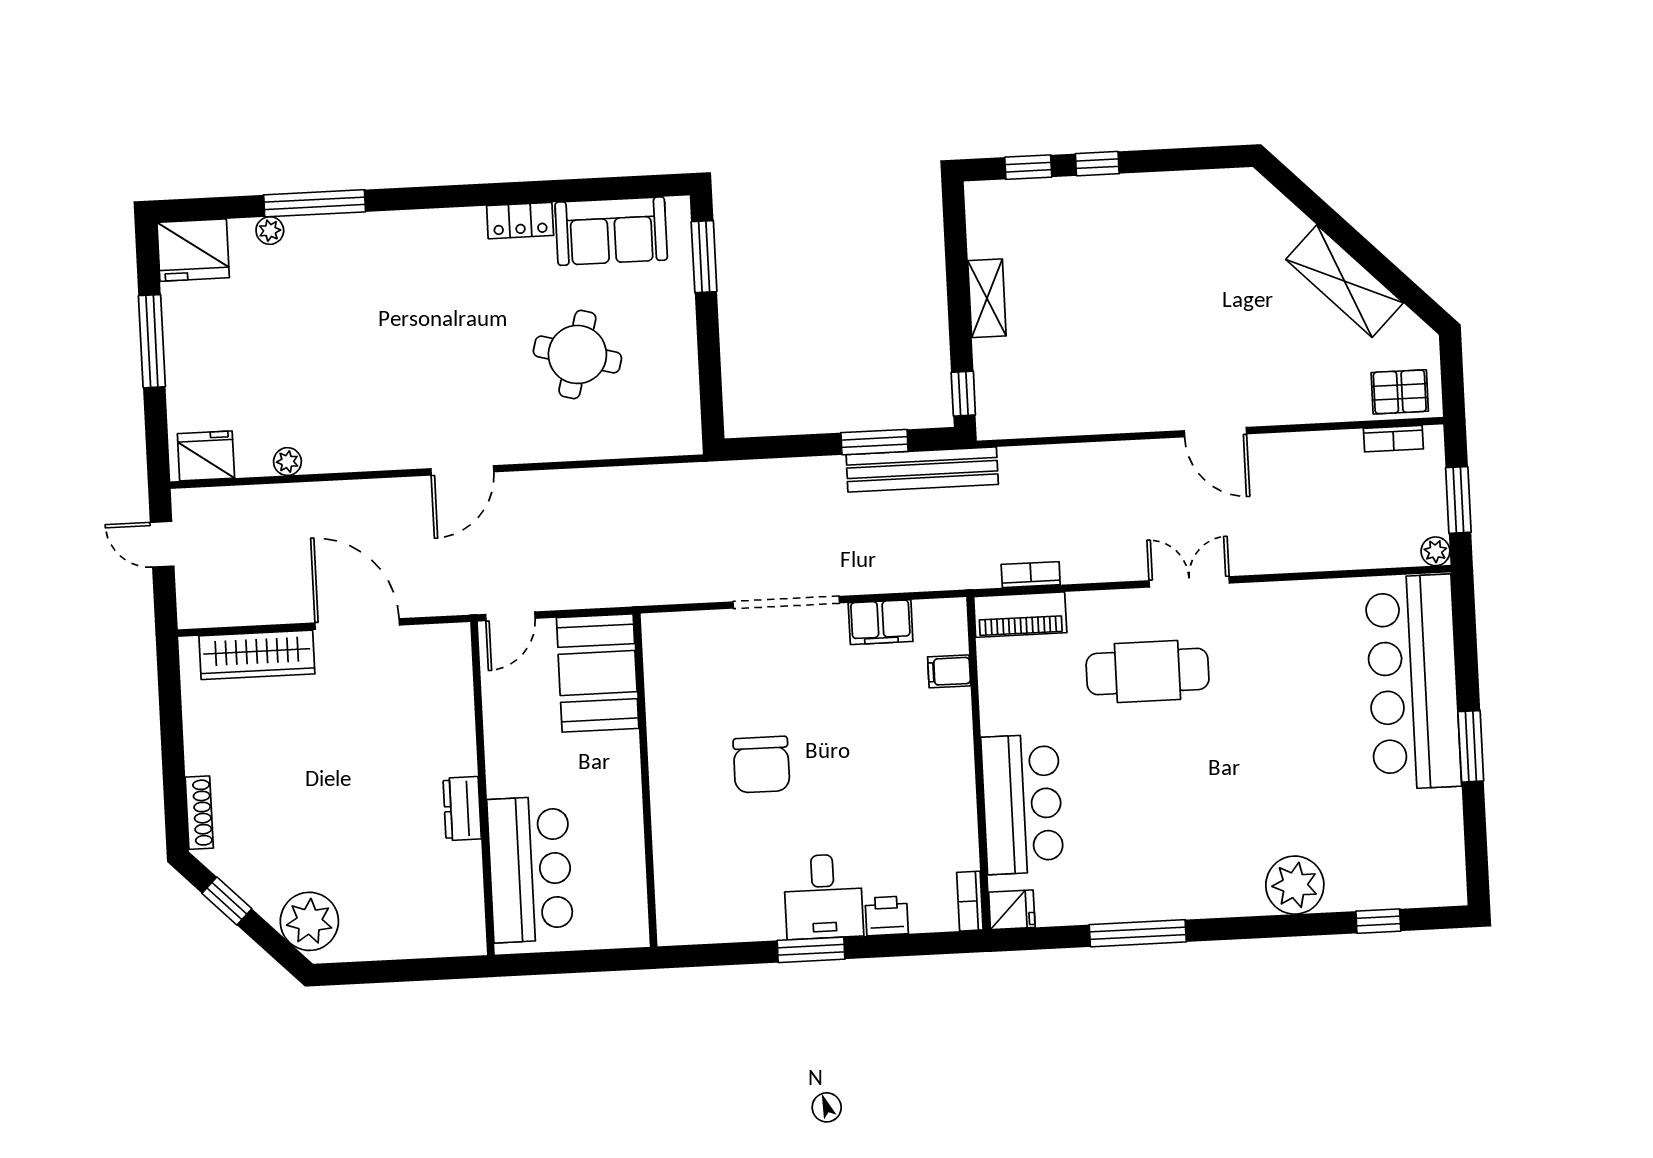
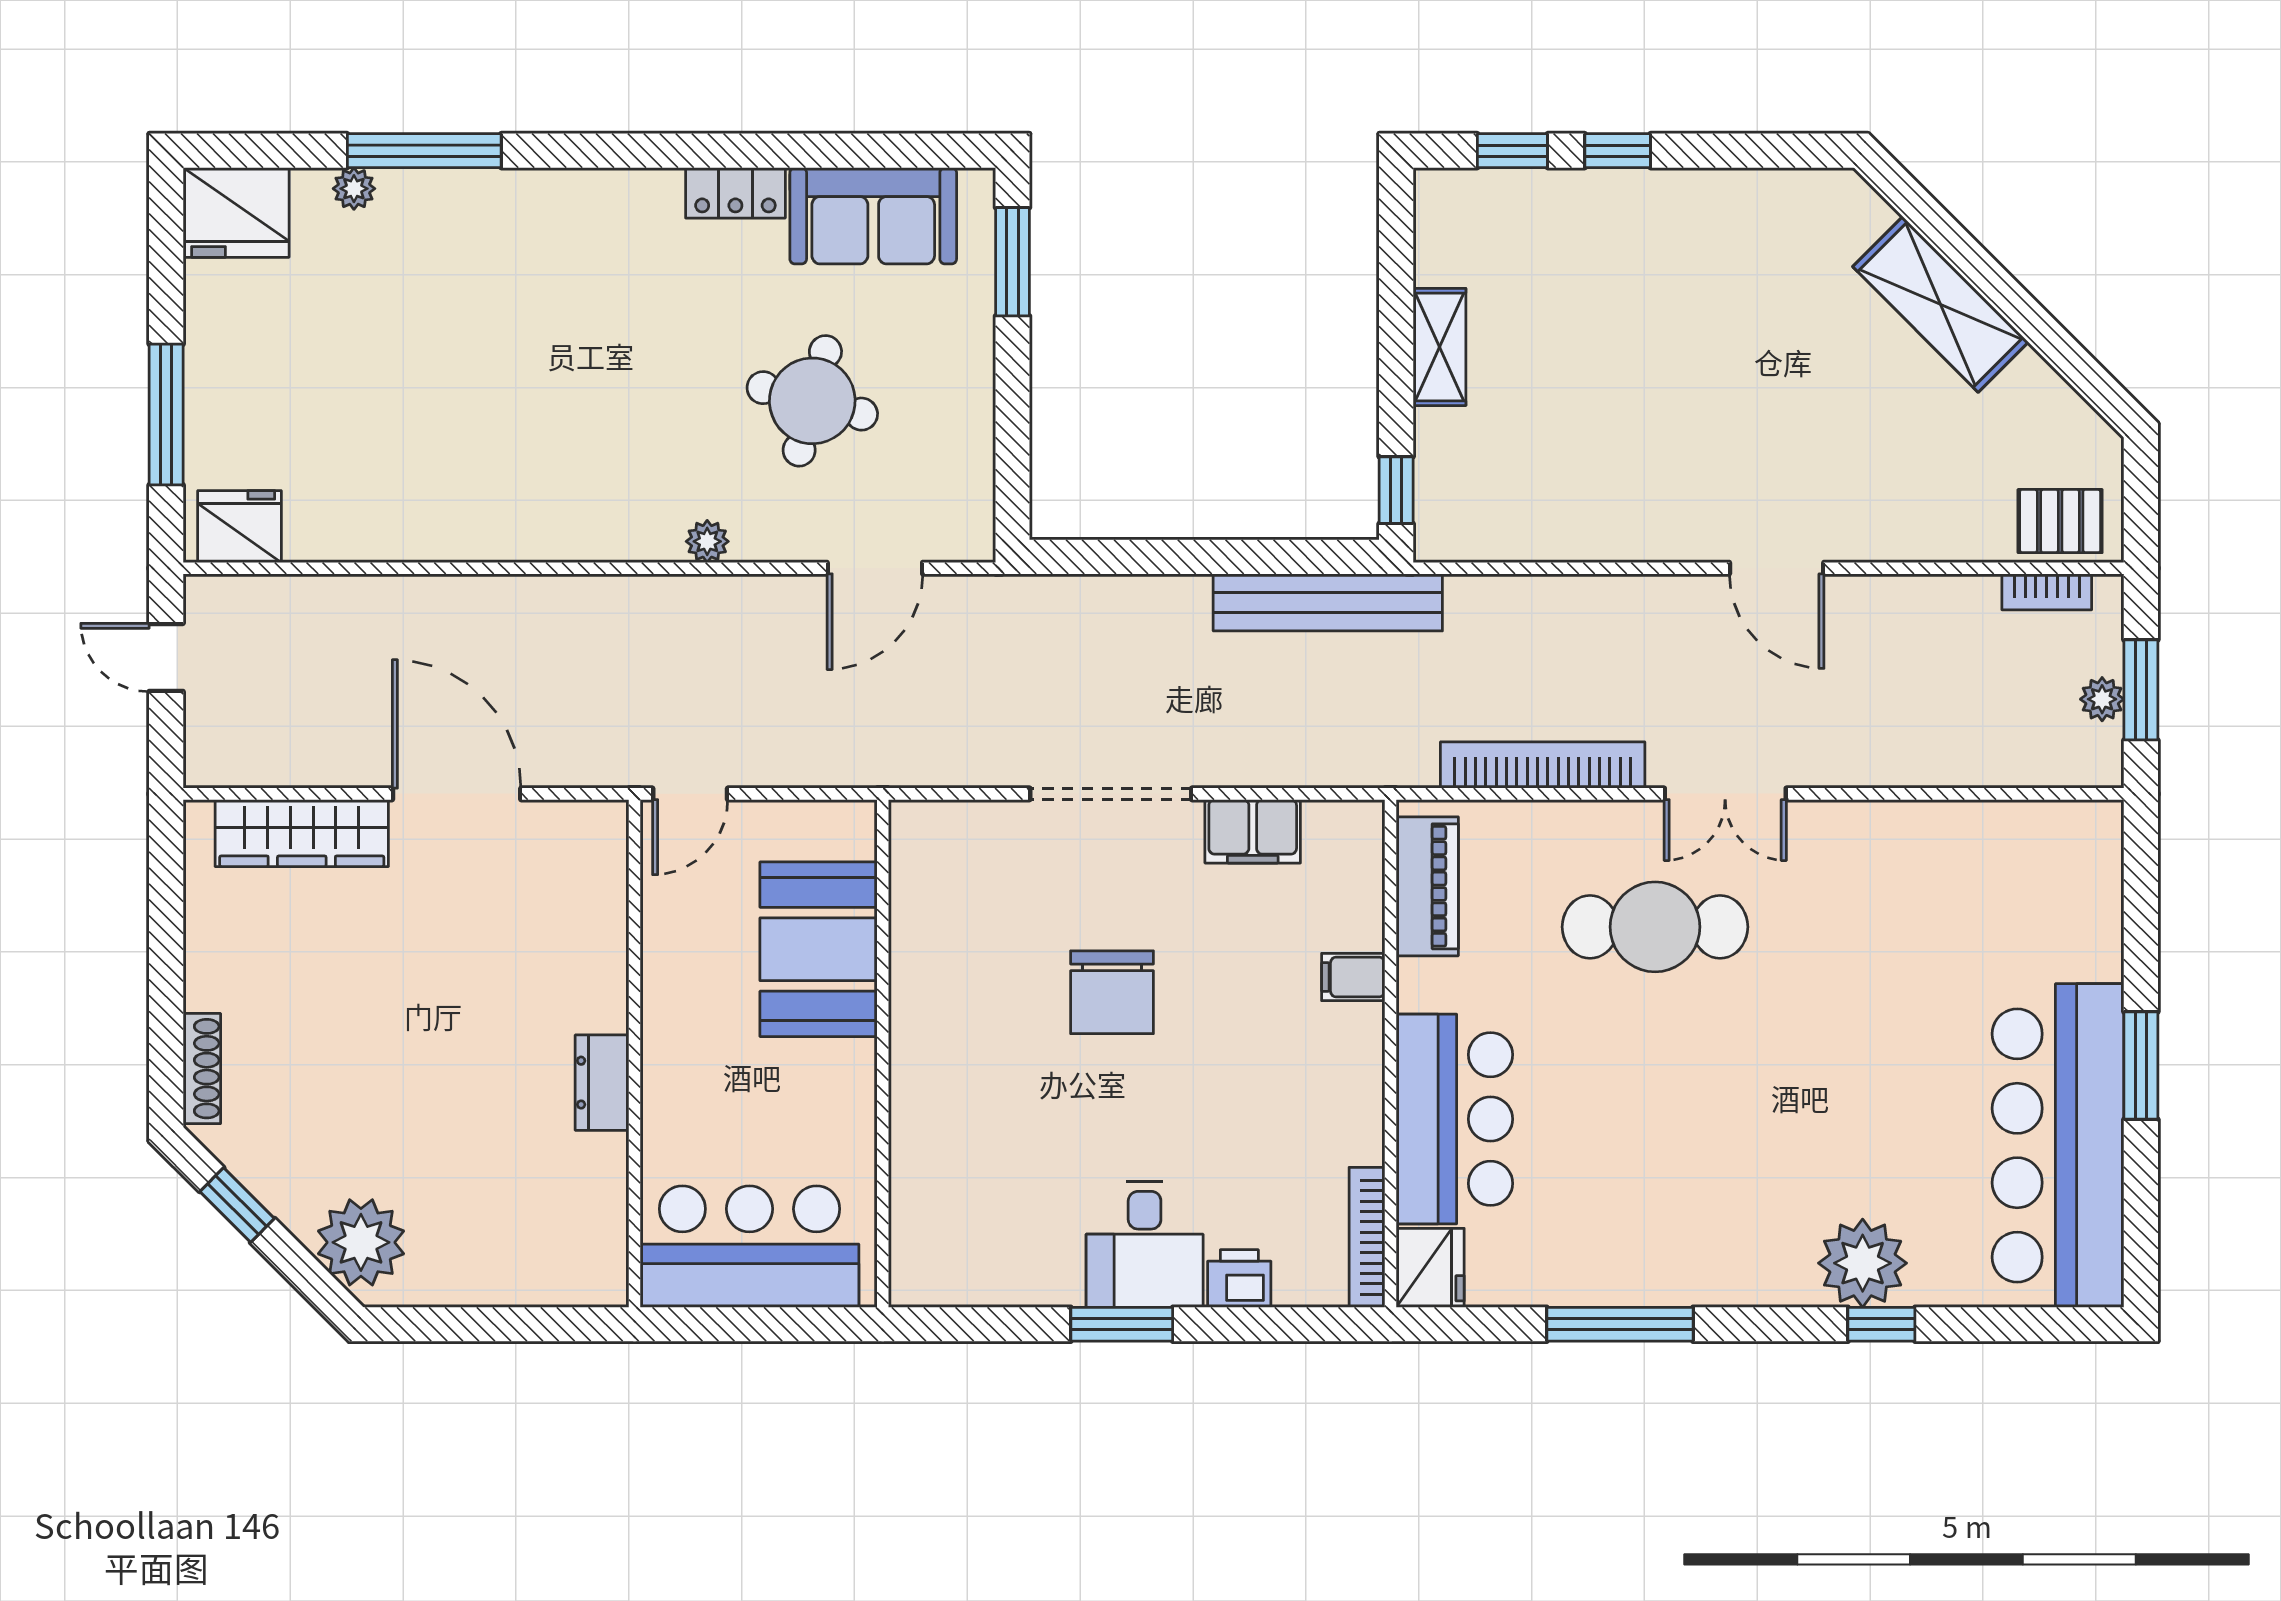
shelving: (1345, 281) -> (1941, 304), moved
window: (152, 341) -> (166, 415), moved
window: (874, 442) -> (1257, 557), removed
plant: (287, 462) -> (707, 541), moved
door: (462, 470) -> (875, 568), moved
plant: (1435, 551) -> (2102, 699), moved
bookcase: (1031, 575) -> (1543, 765), width x2.31, depth x1.31
double door: (1189, 582) -> (1725, 794), swing flipped
piano: (1020, 615) -> (1427, 886), moved, turned -90
filing cabinet: (949, 671) -> (1353, 977), moved
booth: (598, 673) -> (818, 949), moved
bar counter: (1413, 682) -> (2058, 1146), moved
chair: (761, 765) -> (1112, 992), moved
bar counter: (530, 869) -> (749, 1247), moved, turned -90
bookcase: (970, 901) -> (1367, 1237), width x1.56
fridge: (1012, 910) -> (1430, 1268), width x1.38
window: (1378, 921) -> (1881, 1324), moved

